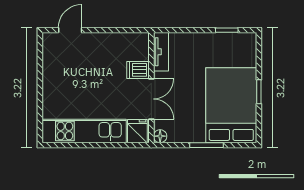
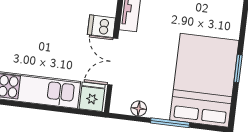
double door: (151, 99) -> (113, 62), swing flipped
floor lamp: (160, 136) -> (139, 109), moved

